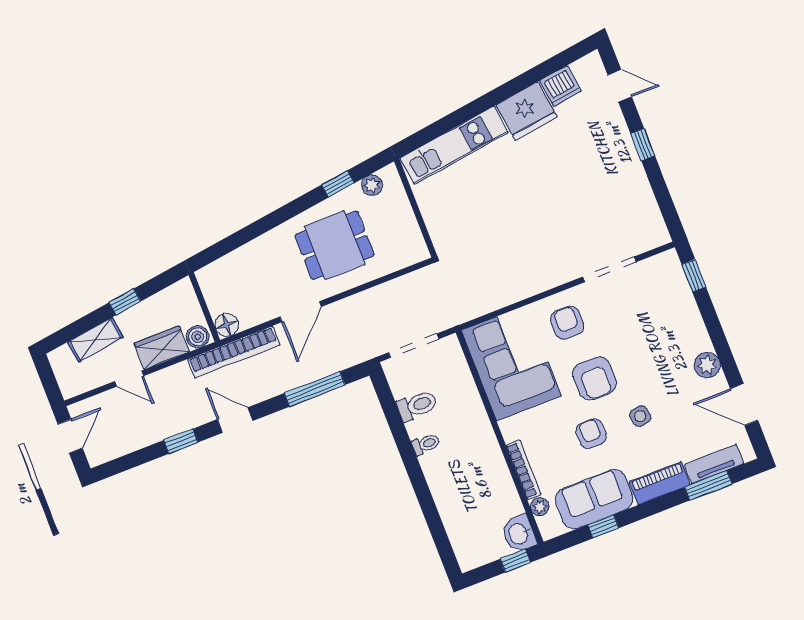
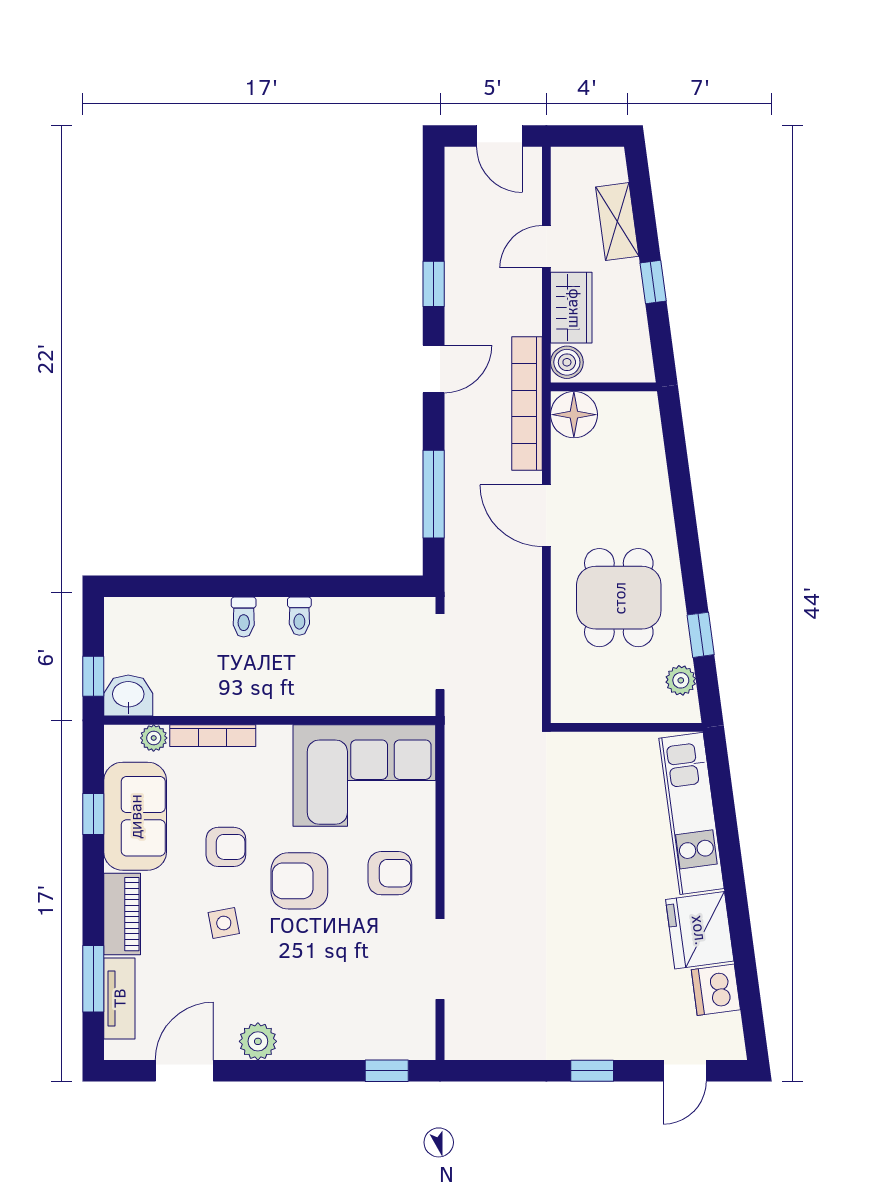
floor lamp: (227, 325) -> (574, 415), width x1.38, depth x1.38
toilet: (417, 405) -> (244, 617), moved, width x0.73, depth x0.72

